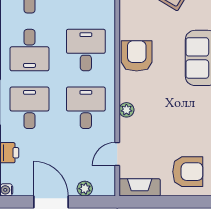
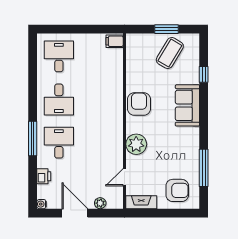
desk: (86, 50) -> (101, 100), removed
desk: (86, 108) -> (101, 143), removed
plant: (126, 110) -> (136, 144), width x1.88, depth x1.88

